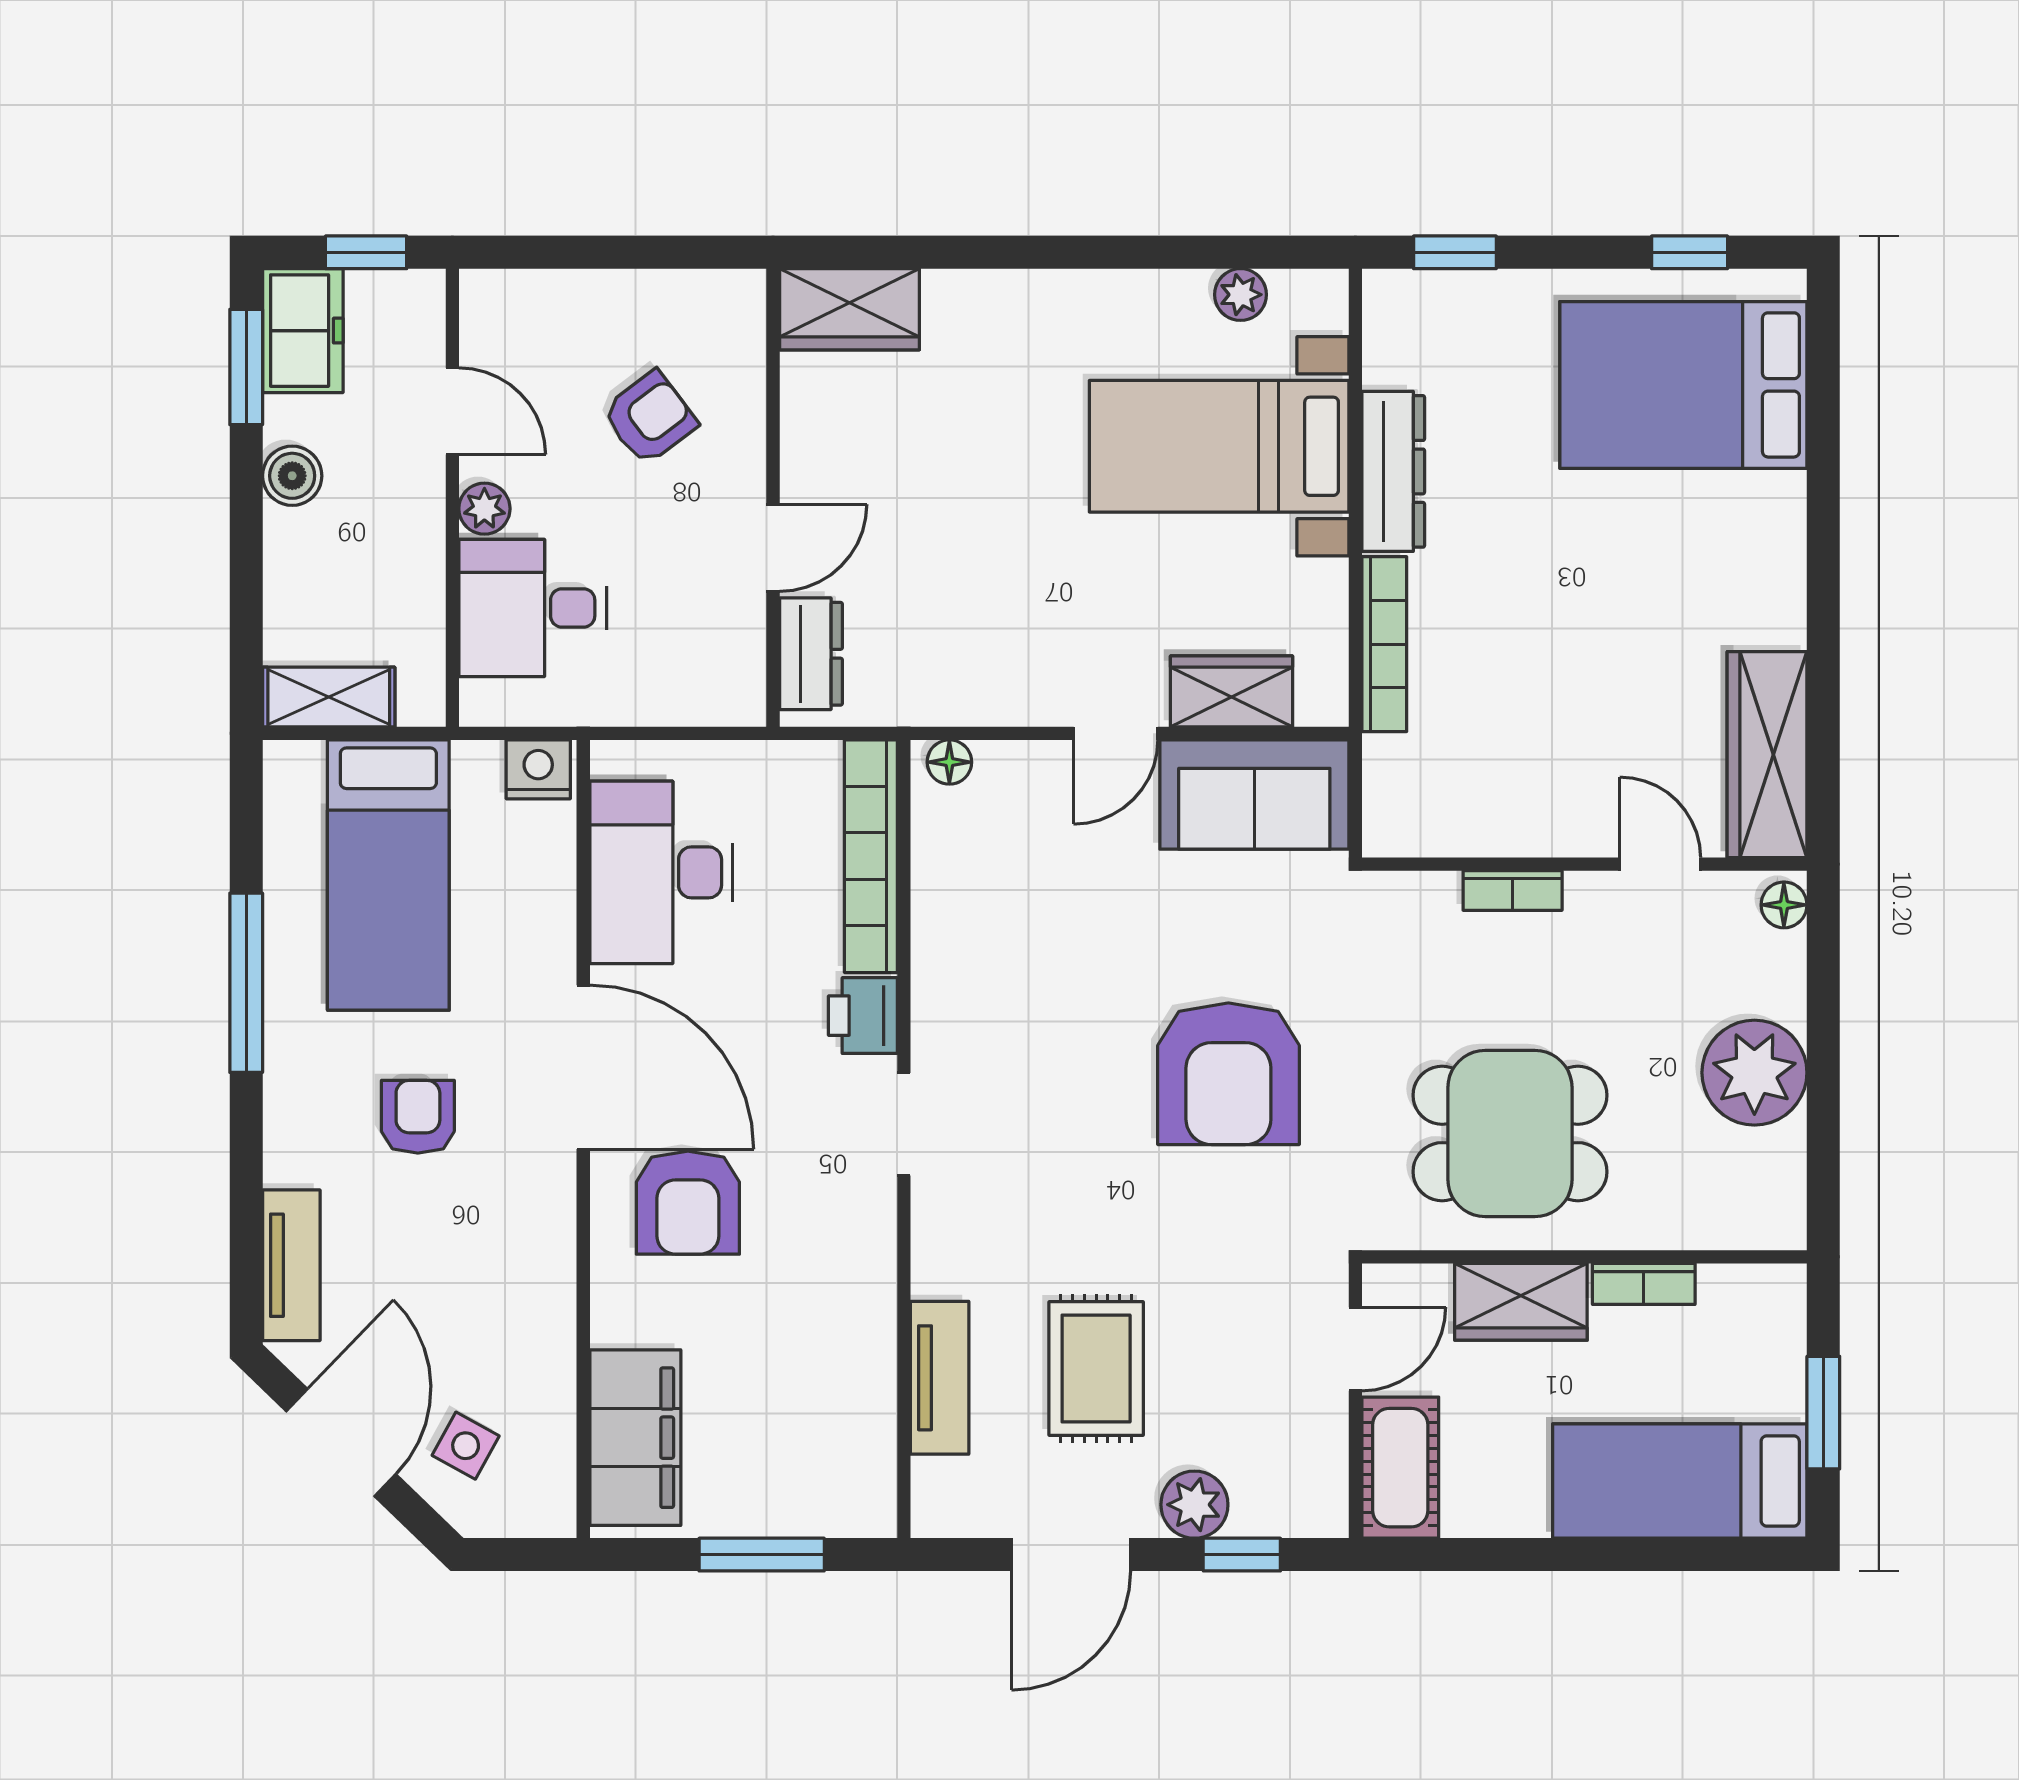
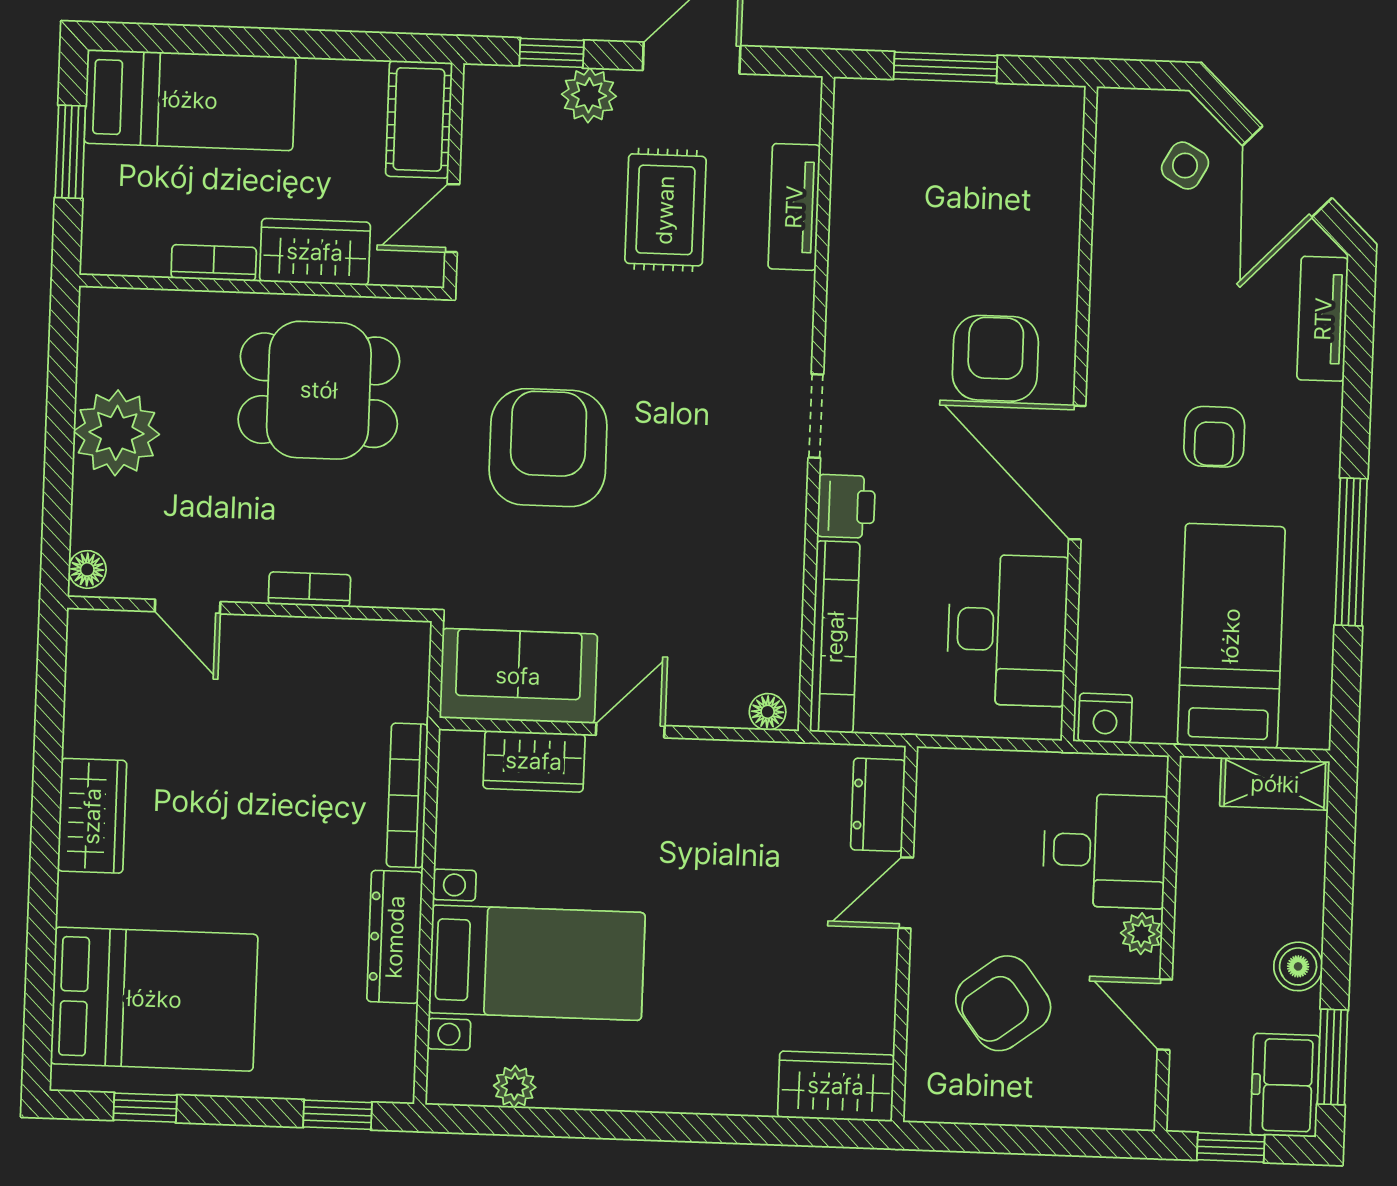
armchair: (650, 418) -> (1003, 1003), width x1.38, depth x1.38
wardrobe: (1767, 755) -> (92, 816), moved, width x0.67
filing cabinet: (635, 1438) -> (1046, 167), removed

